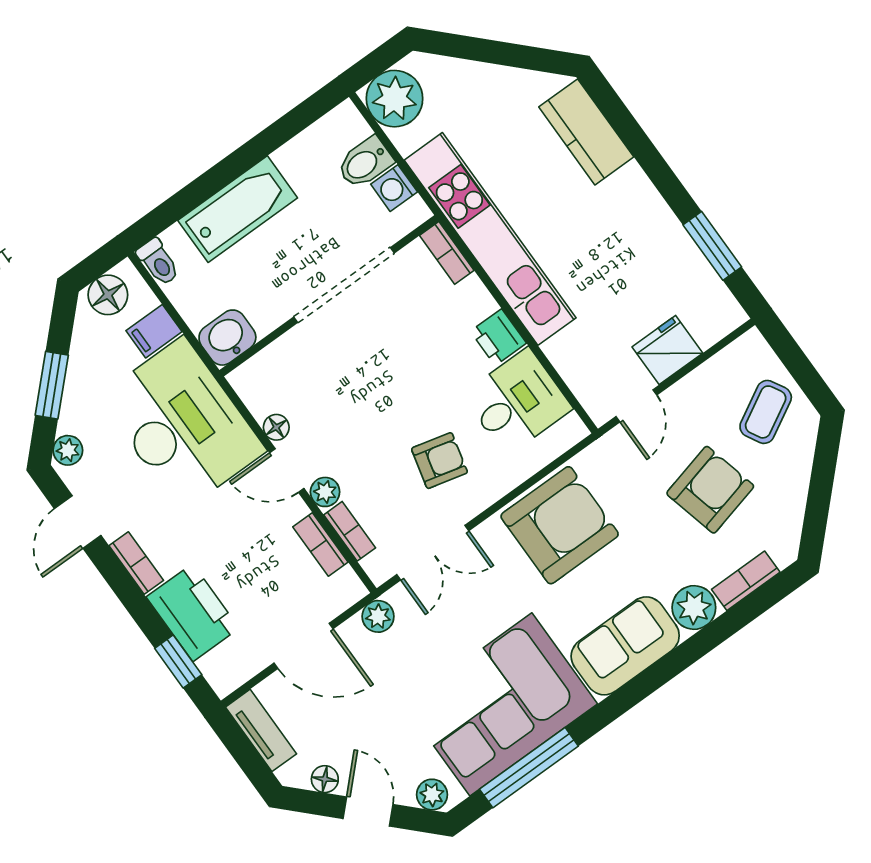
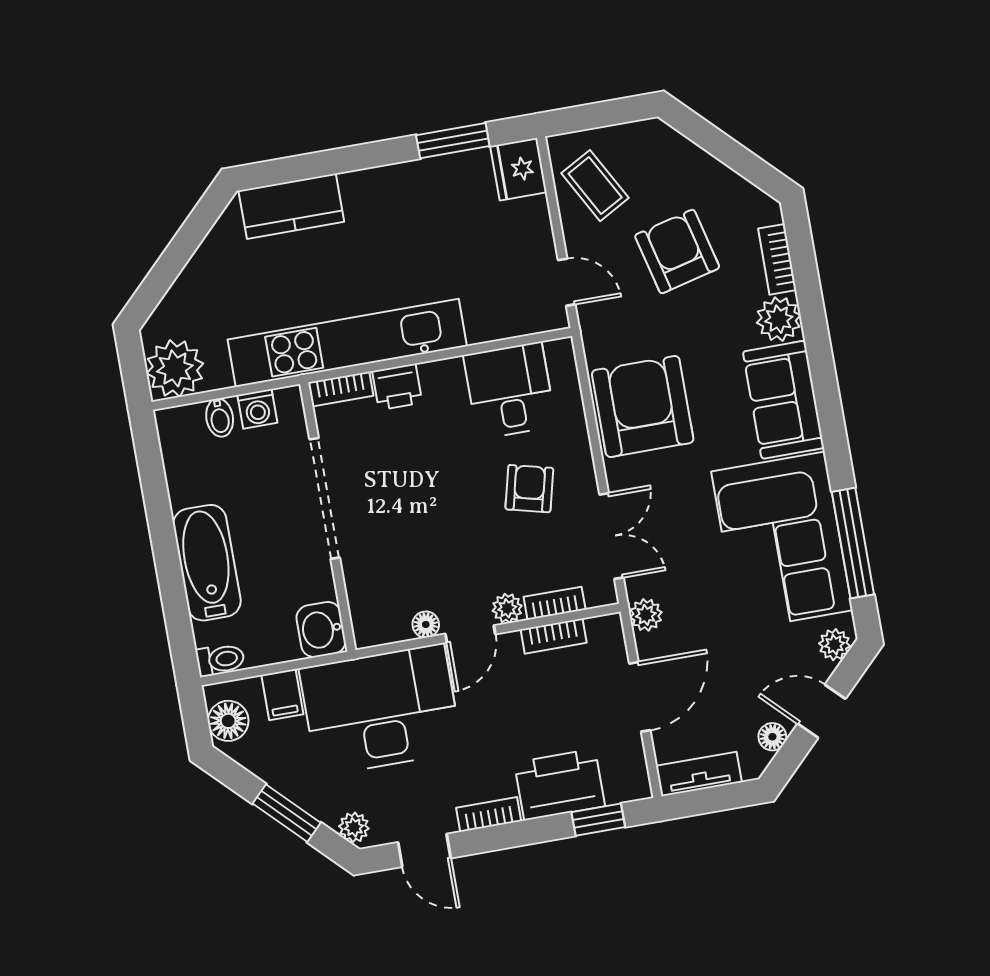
bidet: (365, 163) -> (220, 418), width x0.72, depth x0.74
printer: (498, 337) -> (397, 387), moved
fridge: (667, 350) -> (519, 169), moved
coffee table: (766, 412) -> (595, 186), moved

